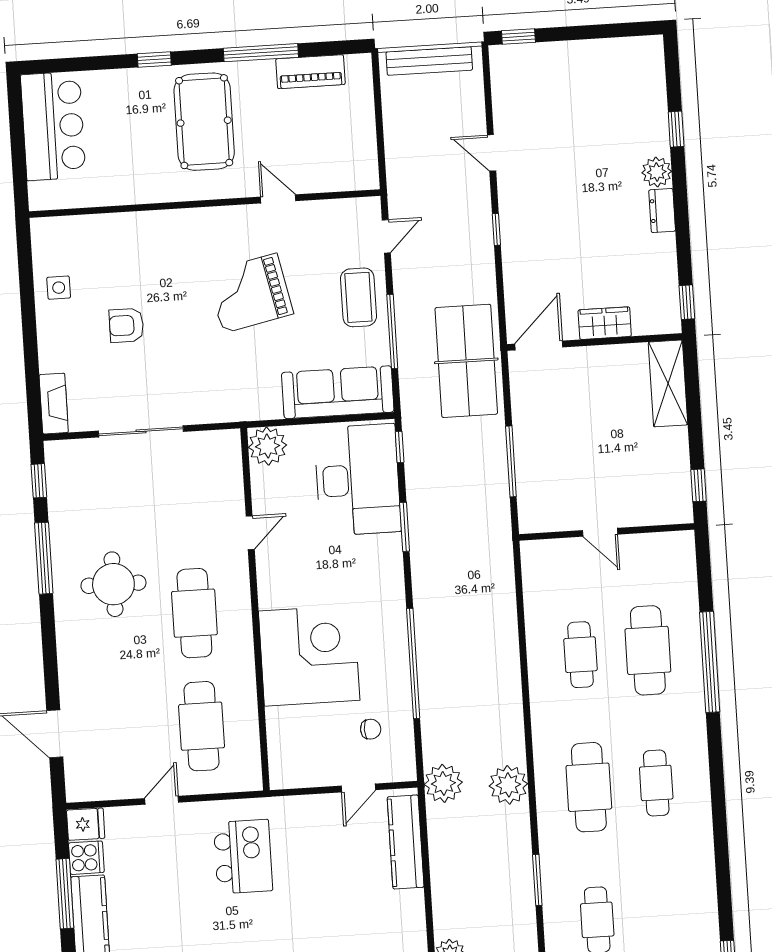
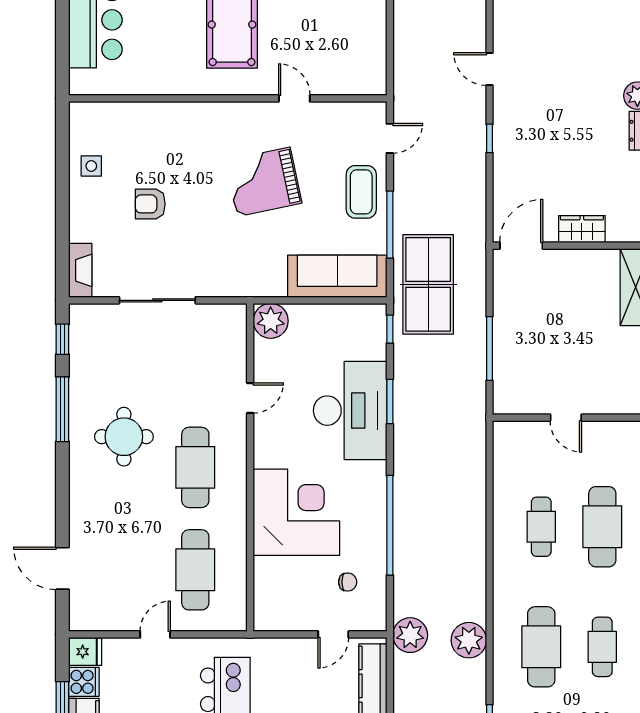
table tennis table: (466, 361) -> (428, 284), moved
desk: (358, 480) -> (350, 411), moved

